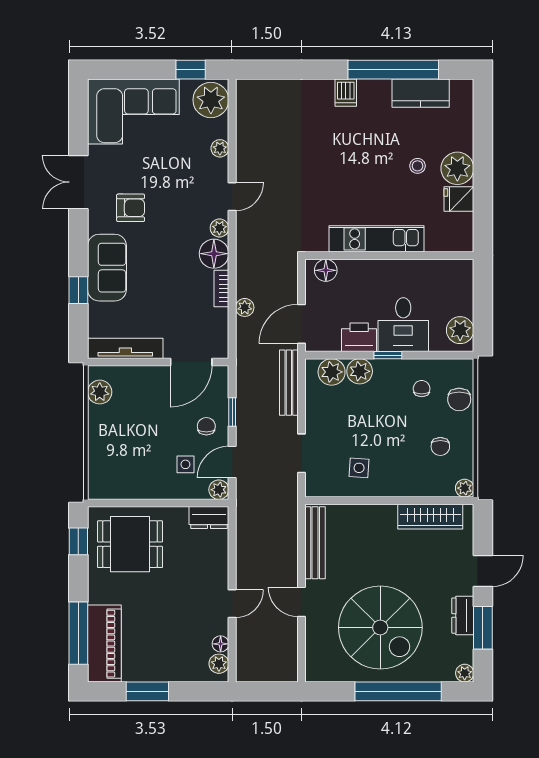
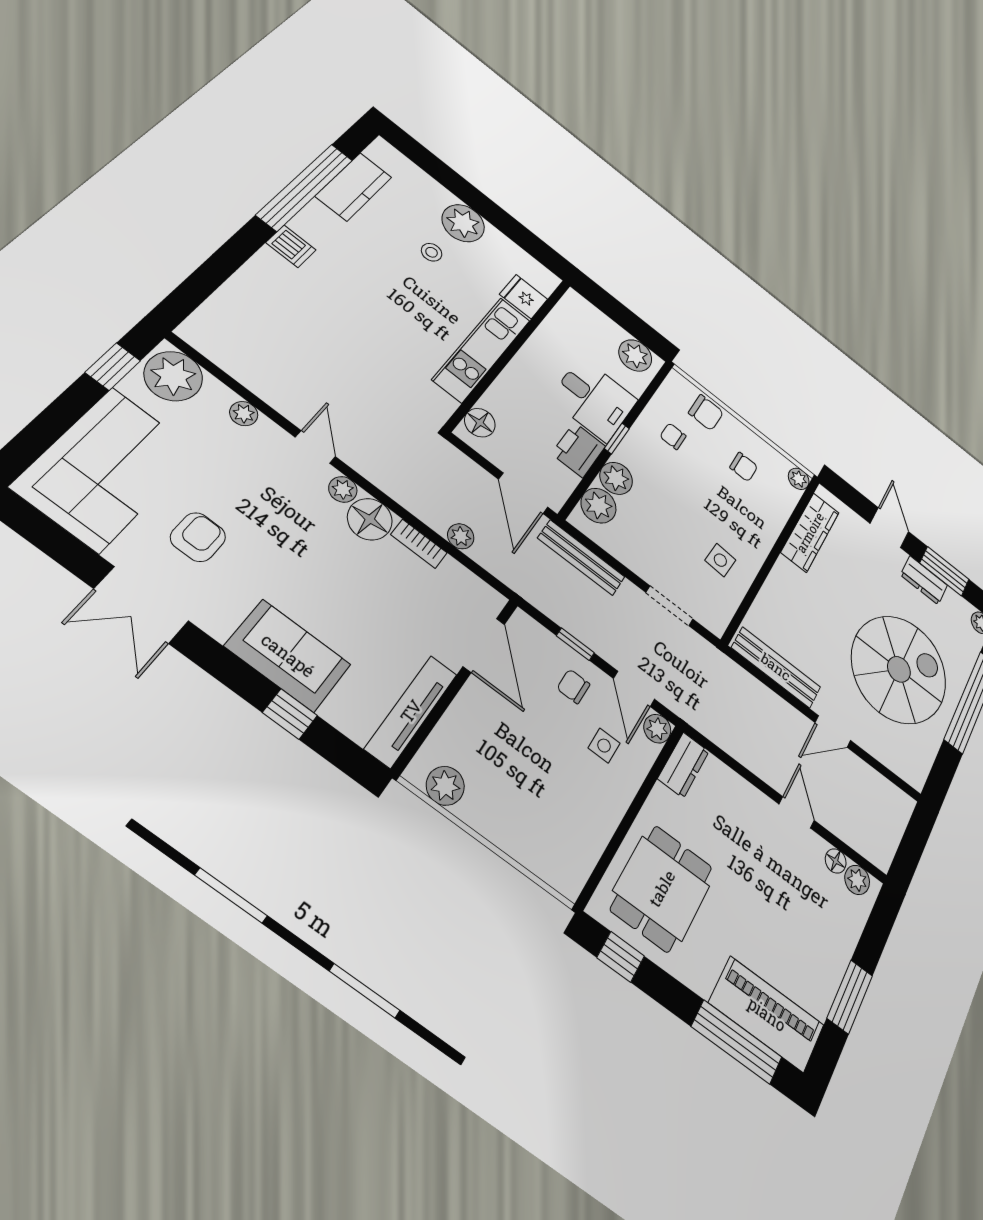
fridge: (459, 199) -> (524, 297), moved, turned 90
armchair: (131, 208) -> (198, 537), moved

